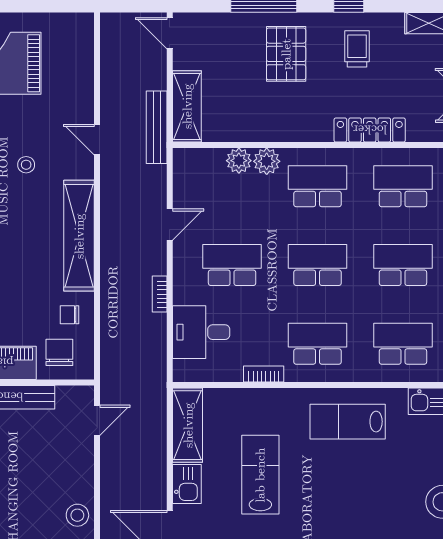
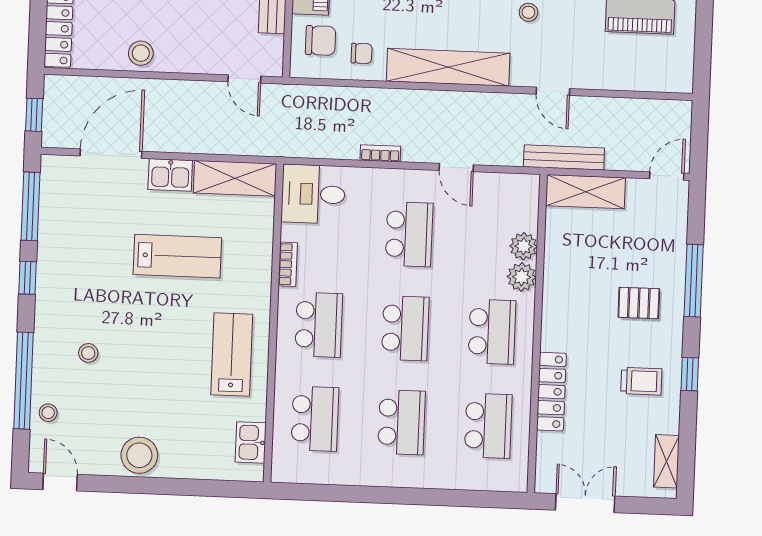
pallet: (286, 54) -> (639, 303), width x0.67, depth x0.71
door: (97, 140) -> (553, 91), swing flipped
chair: (70, 315) -> (362, 53), turned 90
desk: (201, 332) -> (313, 194), moved, turned -90

